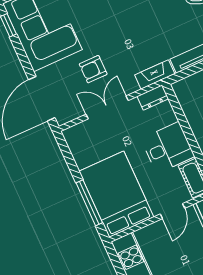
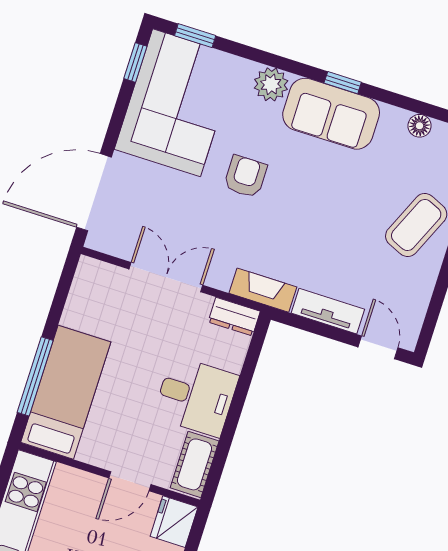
armchair: (93, 69) -> (245, 177), moved, turned 90
bed: (116, 194) -> (66, 392), width x0.67

